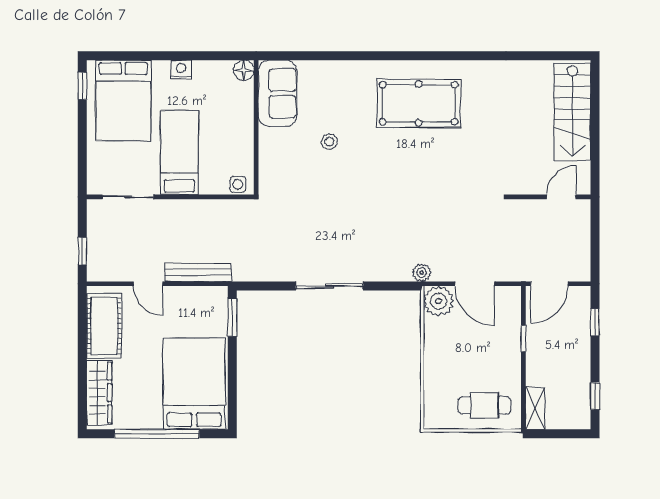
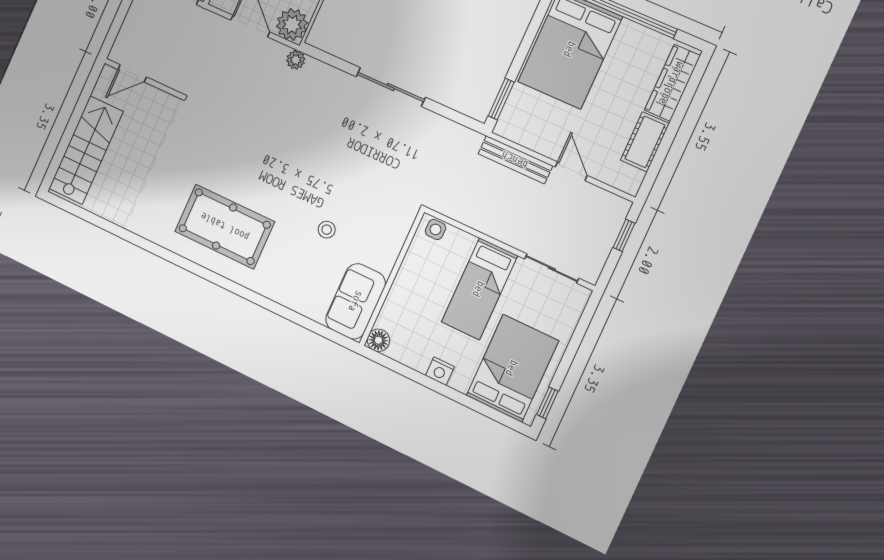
cot: (104, 326) -> (645, 142), width x0.73, depth x0.75

